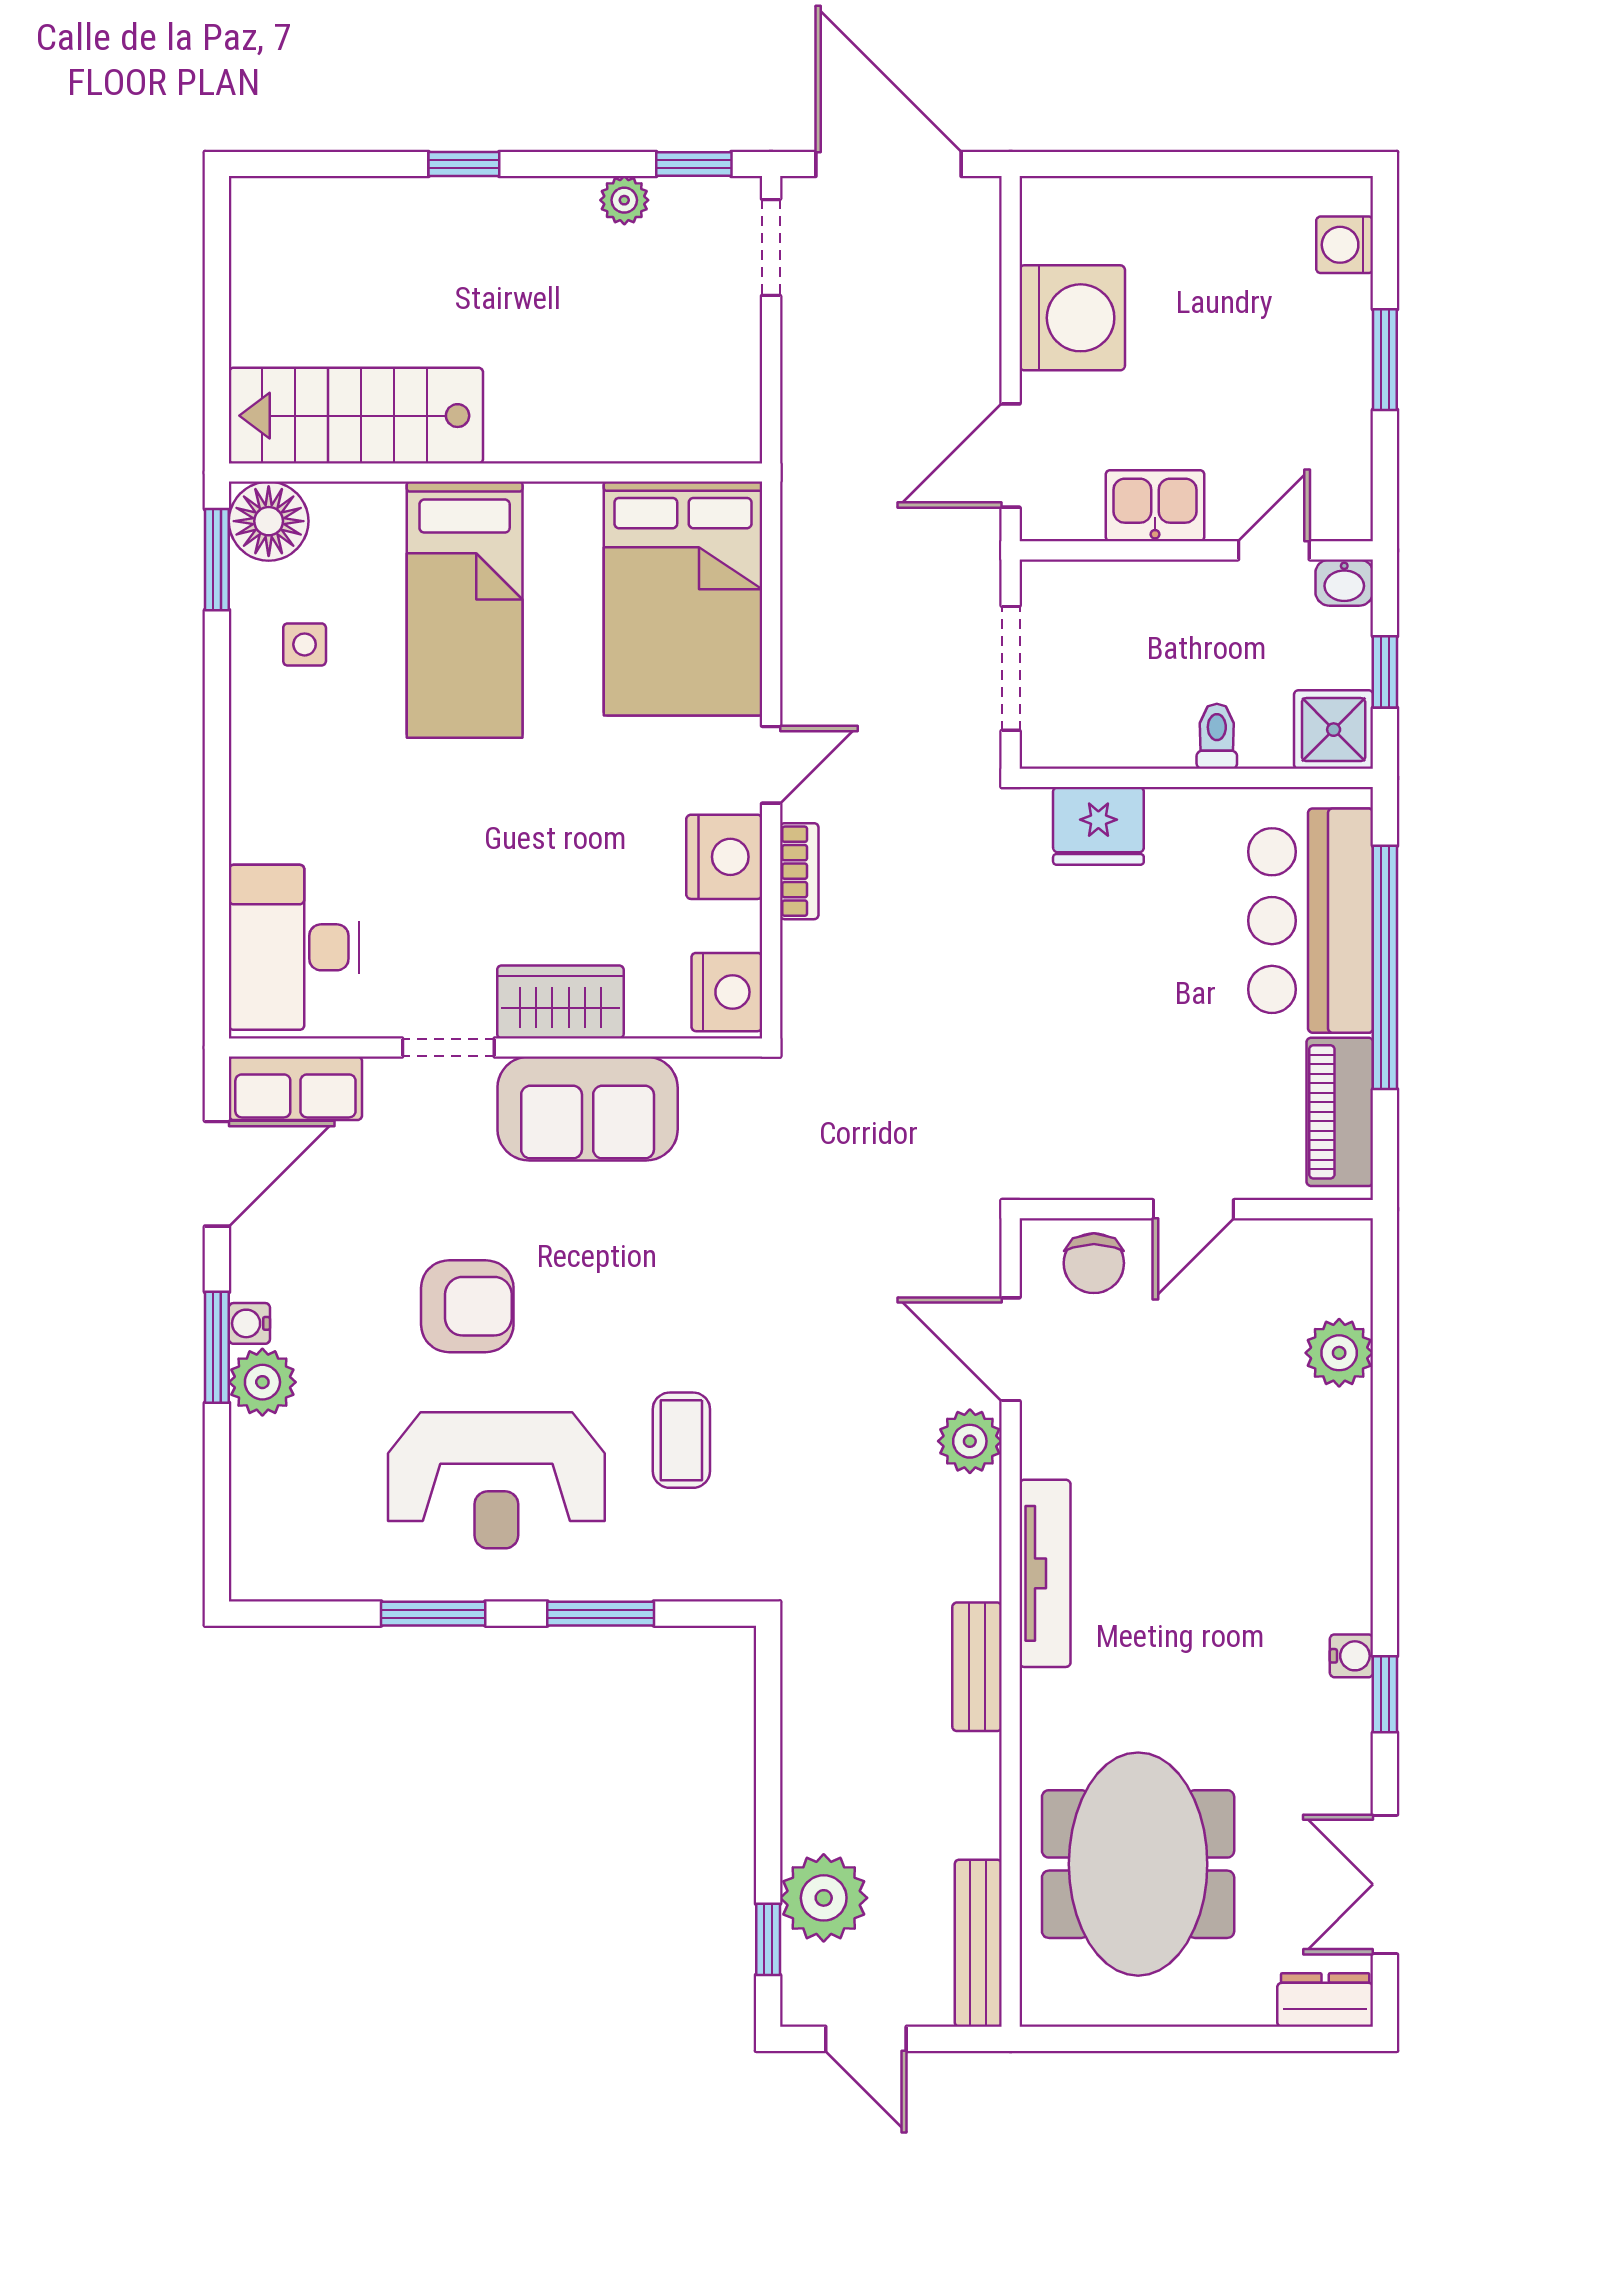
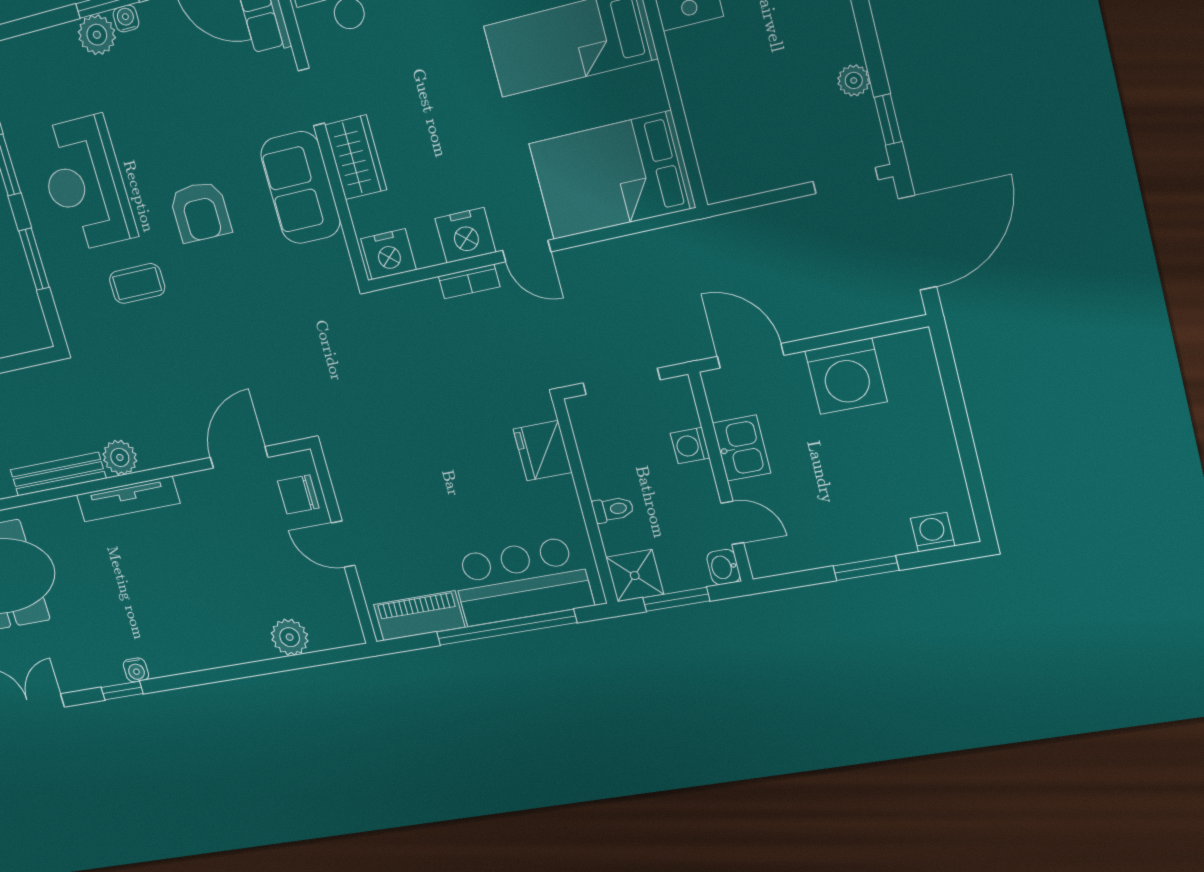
washing machine: (1136, 586) -> (690, 446), added
window: (1385, 672) -> (676, 599), width x1.50
armchair: (467, 1306) -> (200, 212), moved
plant: (970, 1441) -> (120, 457), moved
bench: (977, 1667) -> (58, 474), width x1.36

